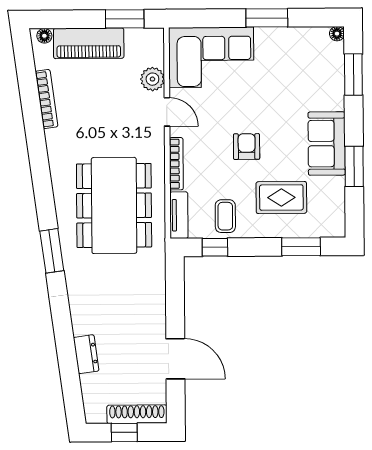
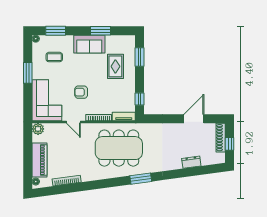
window: (125, 19) -> (28, 142), removed
plant: (152, 79) -> (38, 129), moved
door: (167, 112) -> (73, 122), swing flipped
armchair: (247, 147) -> (81, 92), moved
coffee table: (225, 216) -> (54, 57), moved

